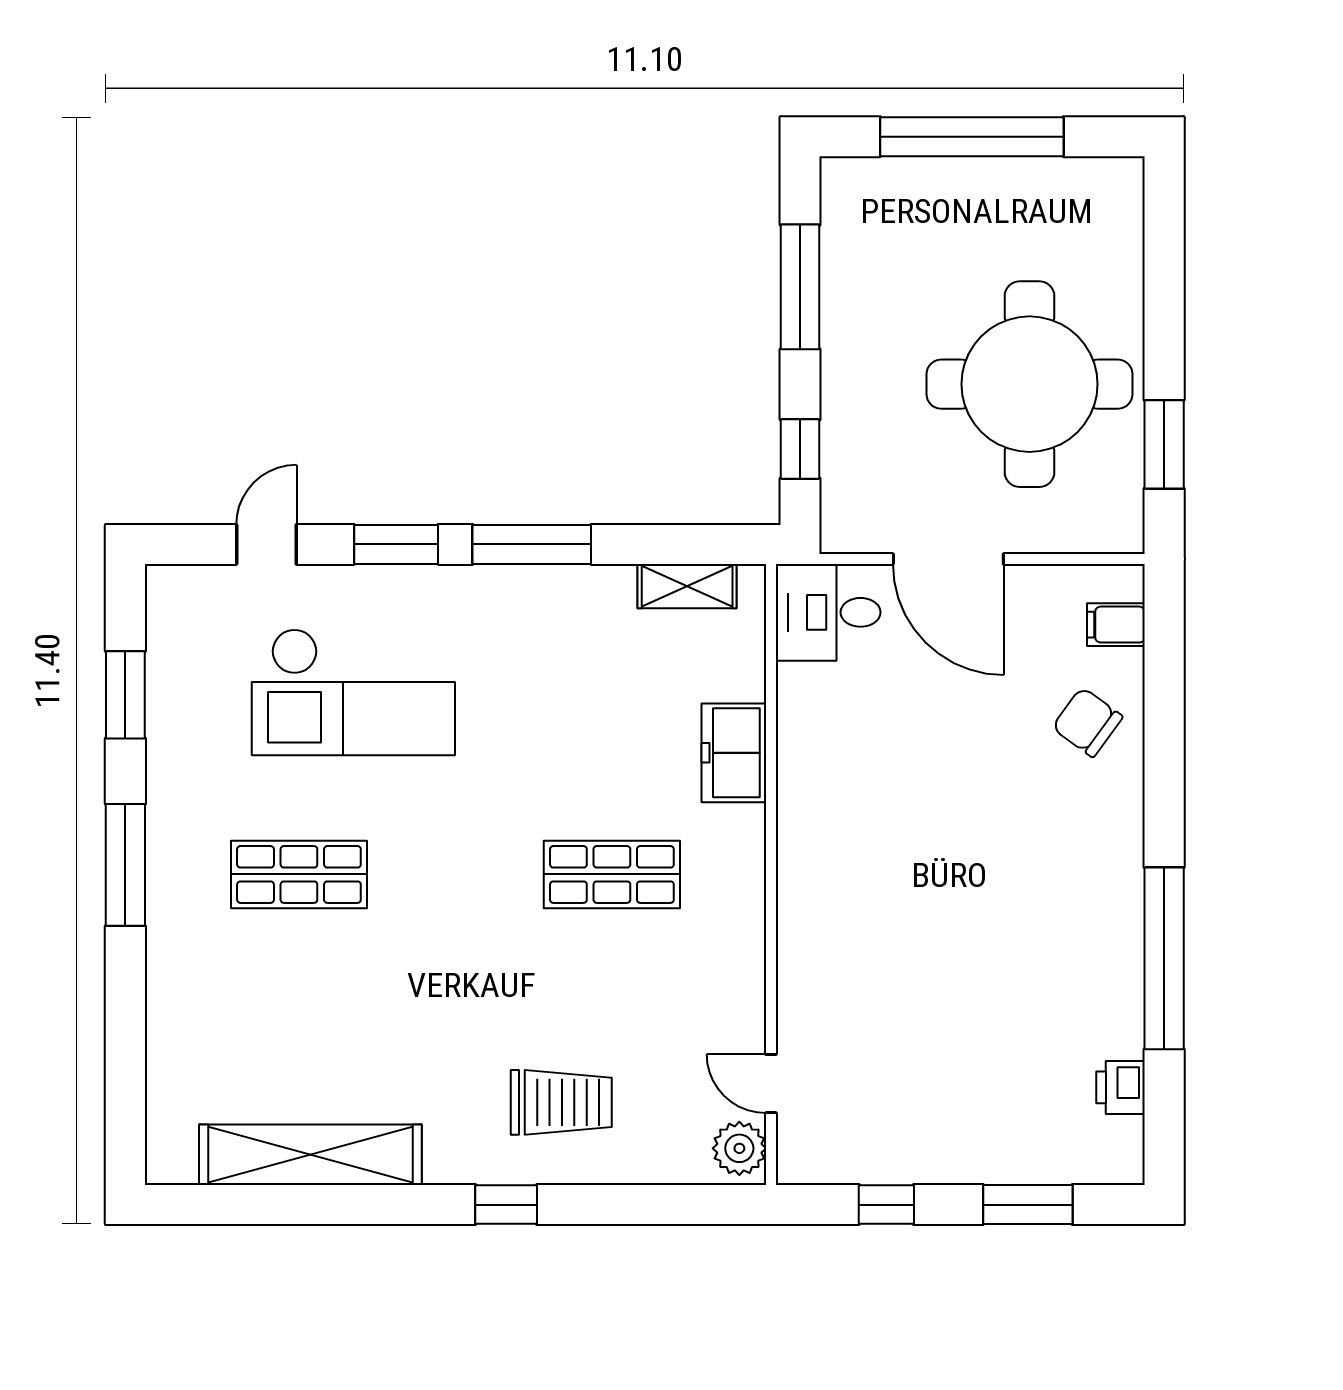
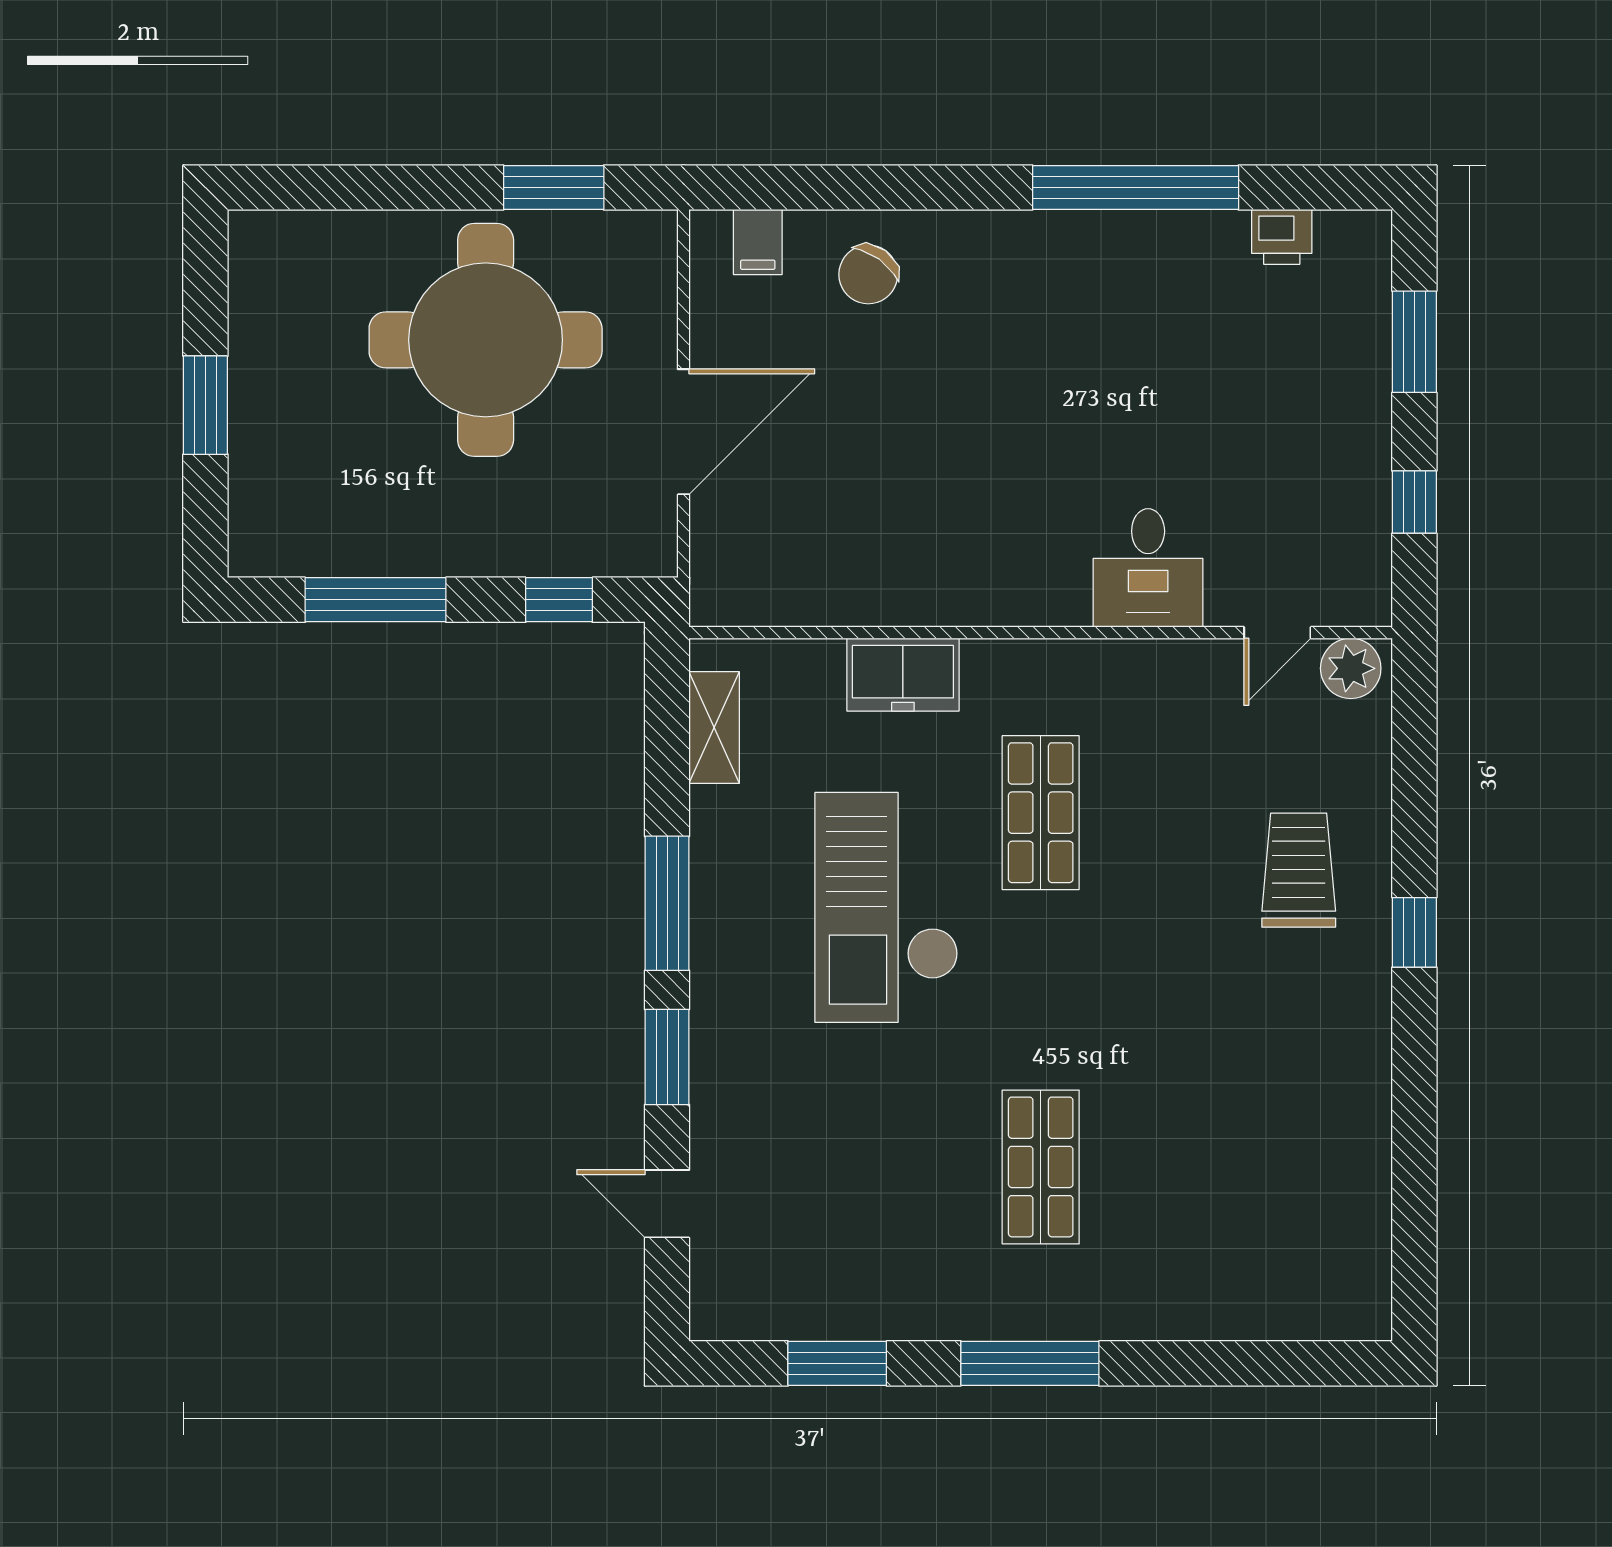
window: (972, 137) -> (205, 405), width x0.47
desk: (828, 612) -> (1148, 568), moved
checkout: (353, 692) -> (887, 907), moved, turned 180
shelving: (310, 1155) -> (1358, 1154), removed

